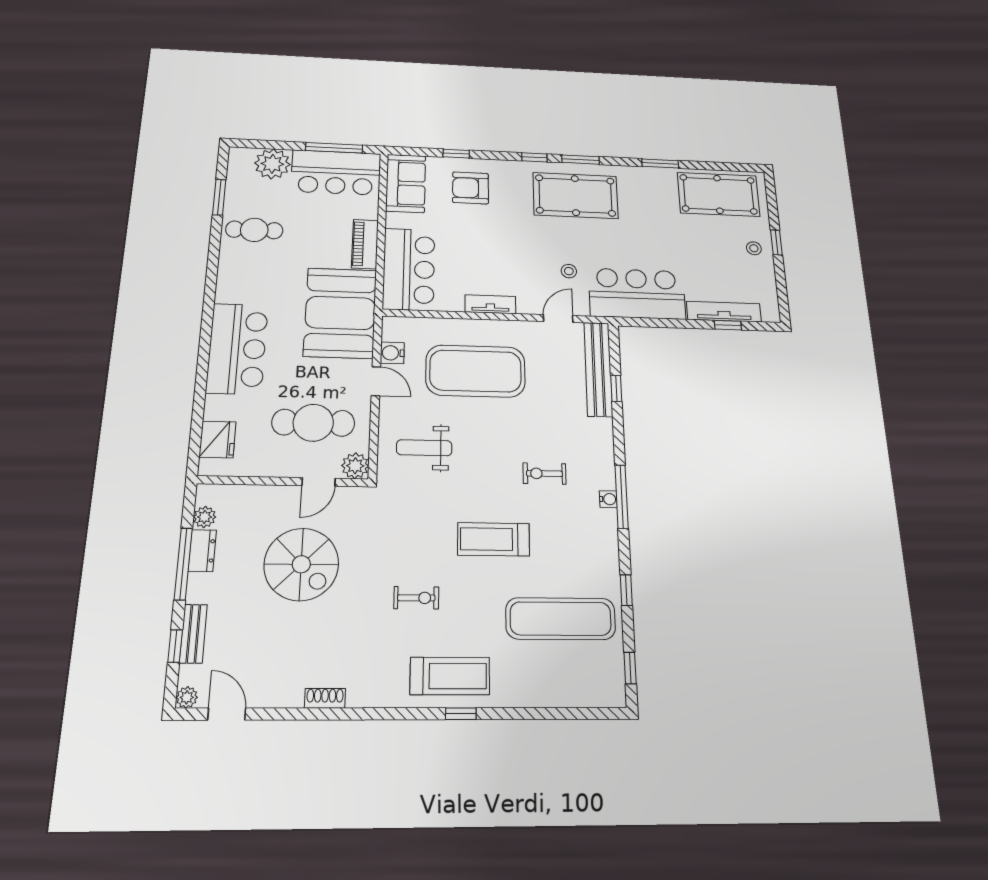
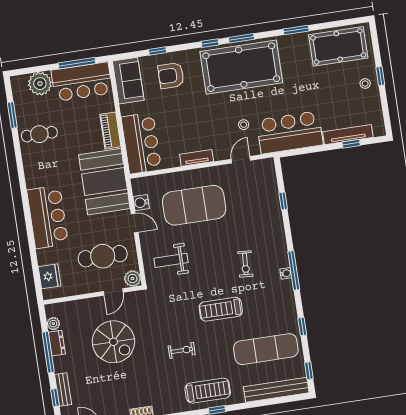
pool table: (575, 196) -> (241, 67), width x1.36, depth x1.32
bench: (598, 369) -> (276, 390), moved, turned 90
exercise bike: (544, 474) -> (245, 264), turned -86

